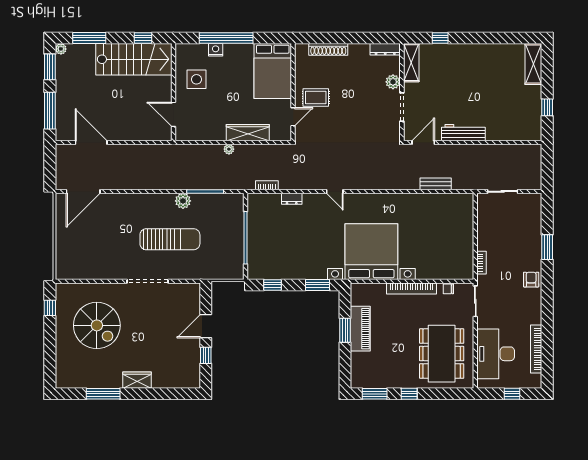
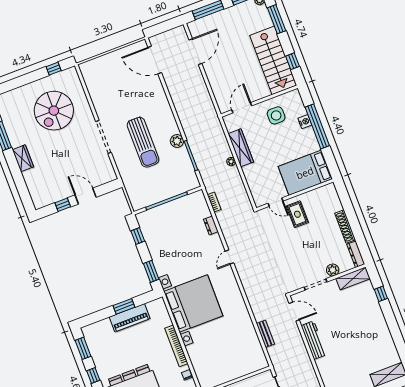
shoe rack: (328, 49) -> (345, 227), moved
wardrobe: (248, 133) -> (241, 148), moved

